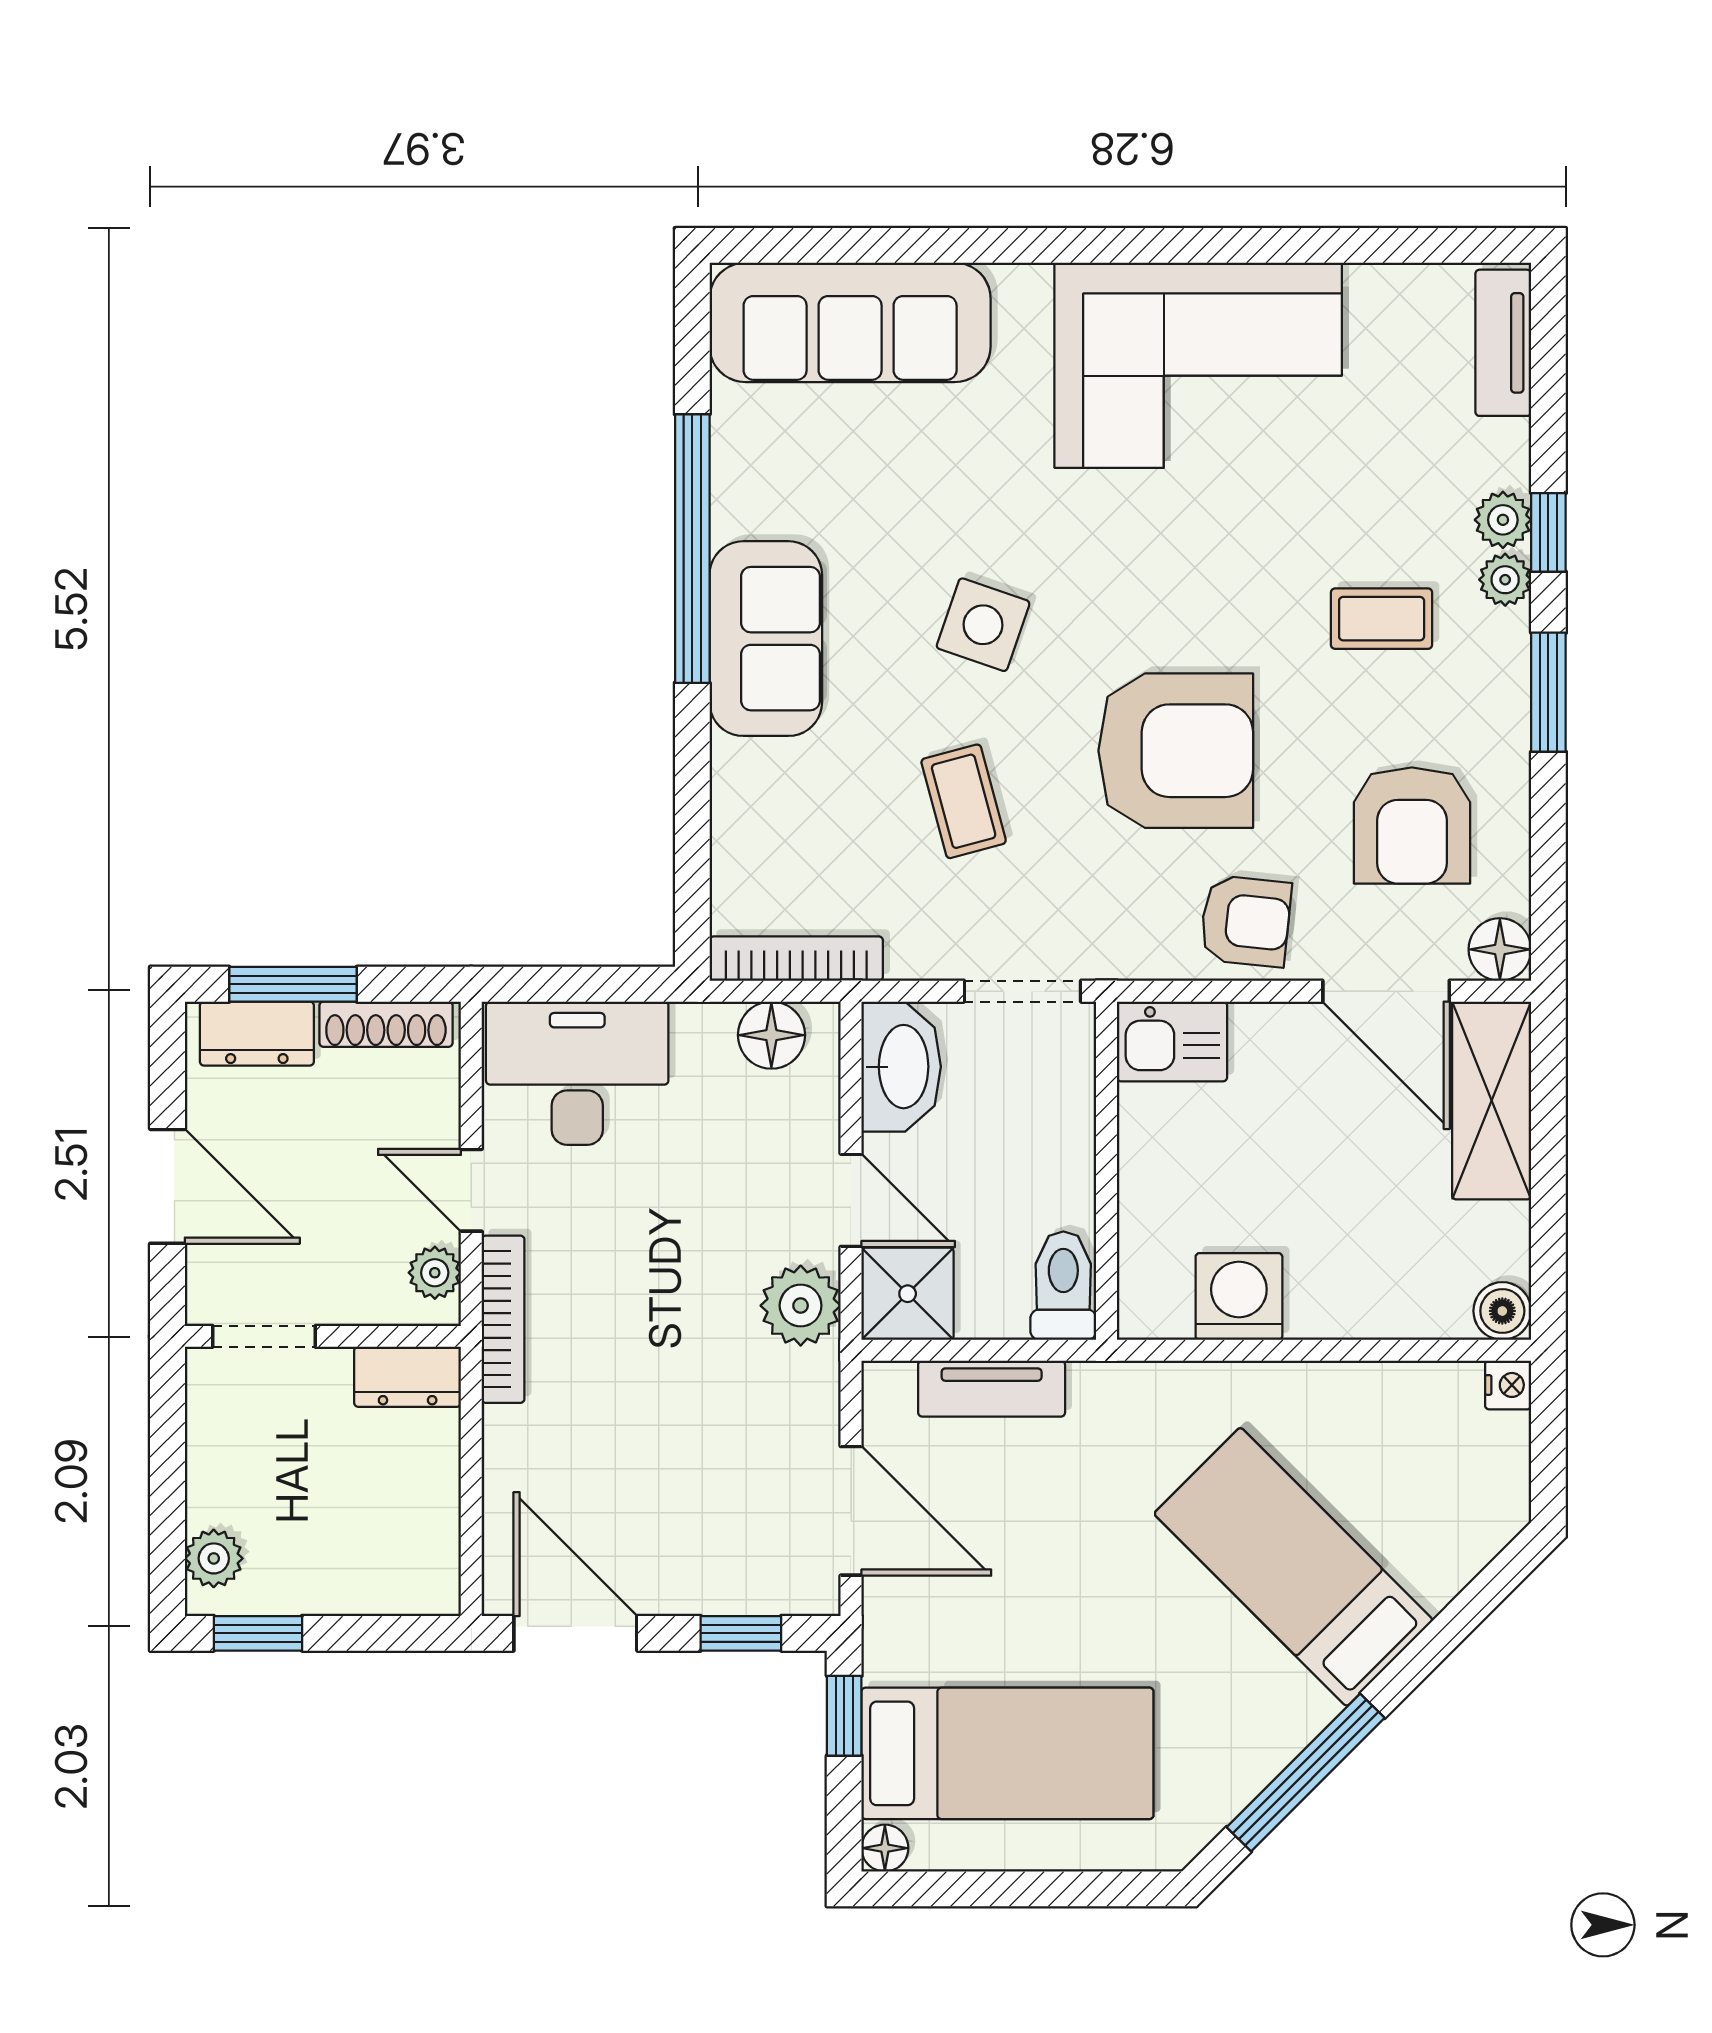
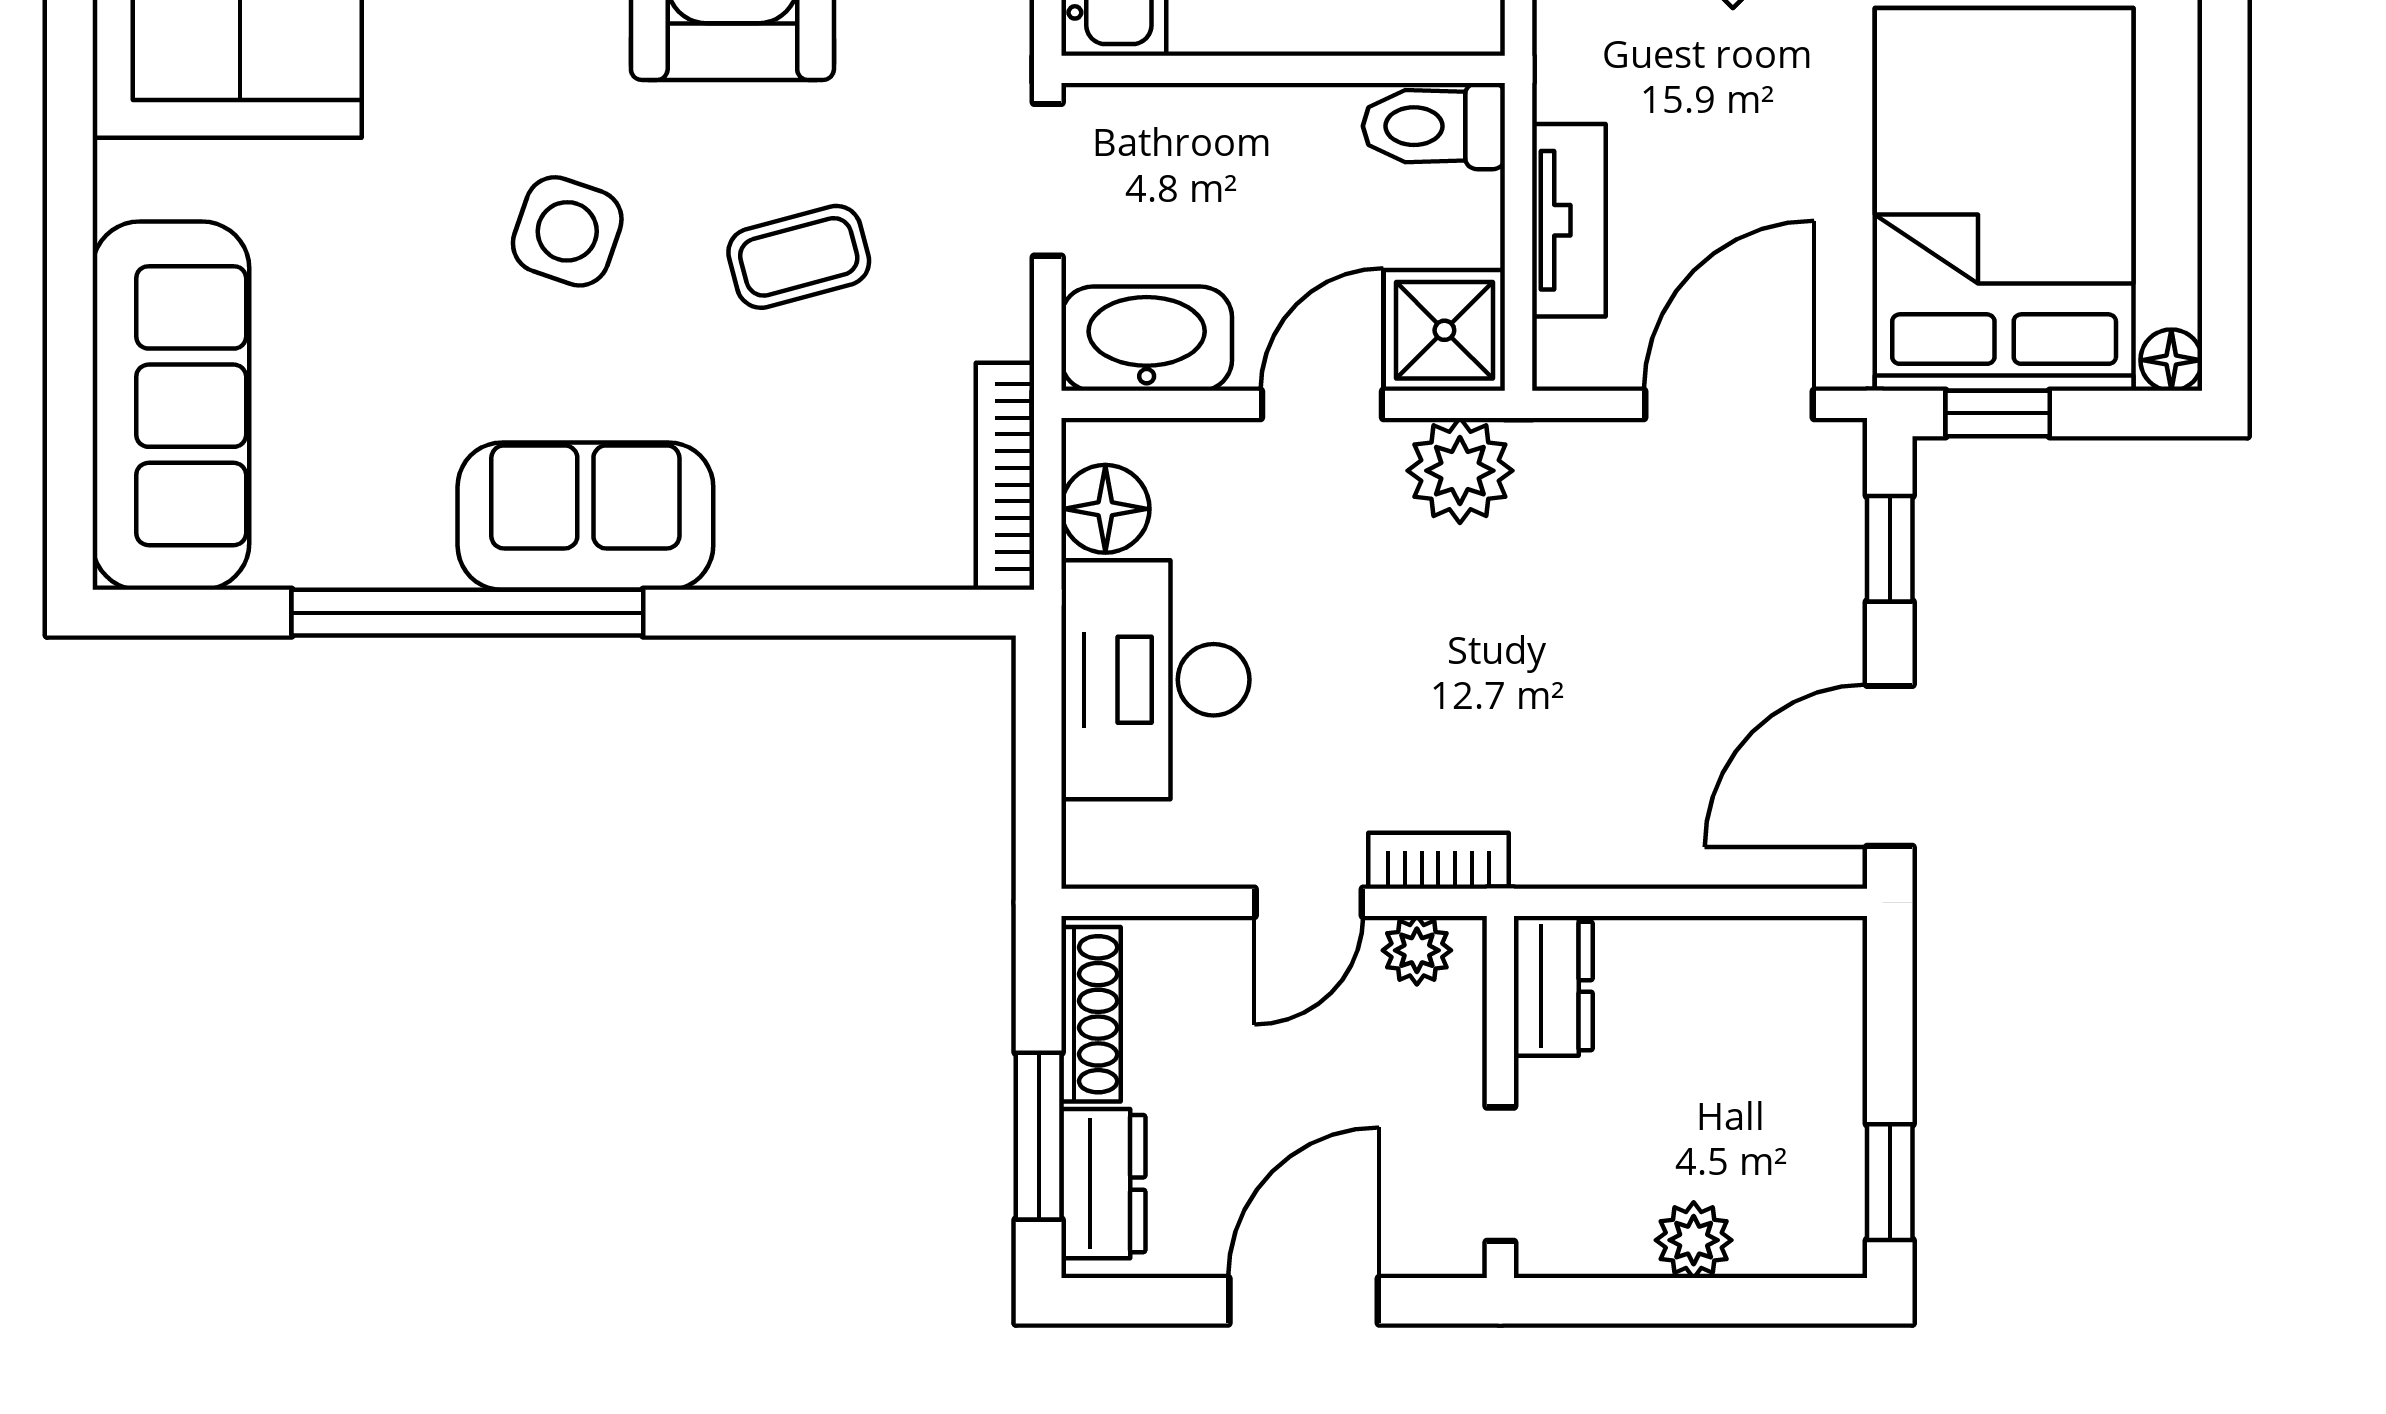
desk: (577, 1073) -> (1155, 680), moved
bookcase: (503, 1319) -> (1438, 861), width x0.64
plant: (214, 1558) -> (1694, 1240), moved
bed: (1007, 1753) -> (2004, 199), width x1.50

